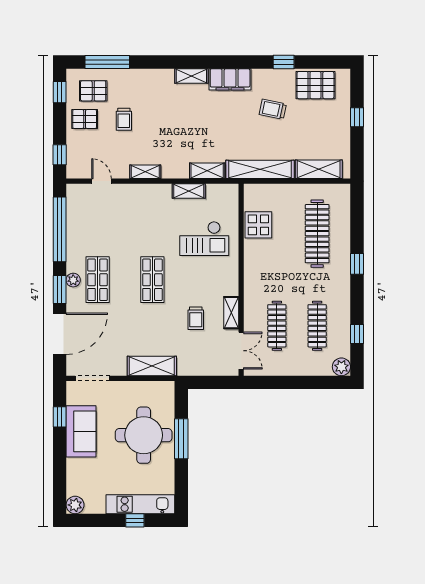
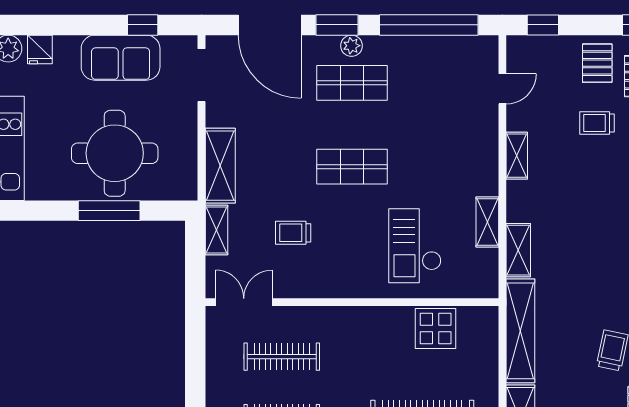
shelving: (231, 313) -> (216, 230), moved, turned 90
double door: (241, 351) -> (244, 302), swing flipped
fridge: (76, 484) -> (40, 49), added

